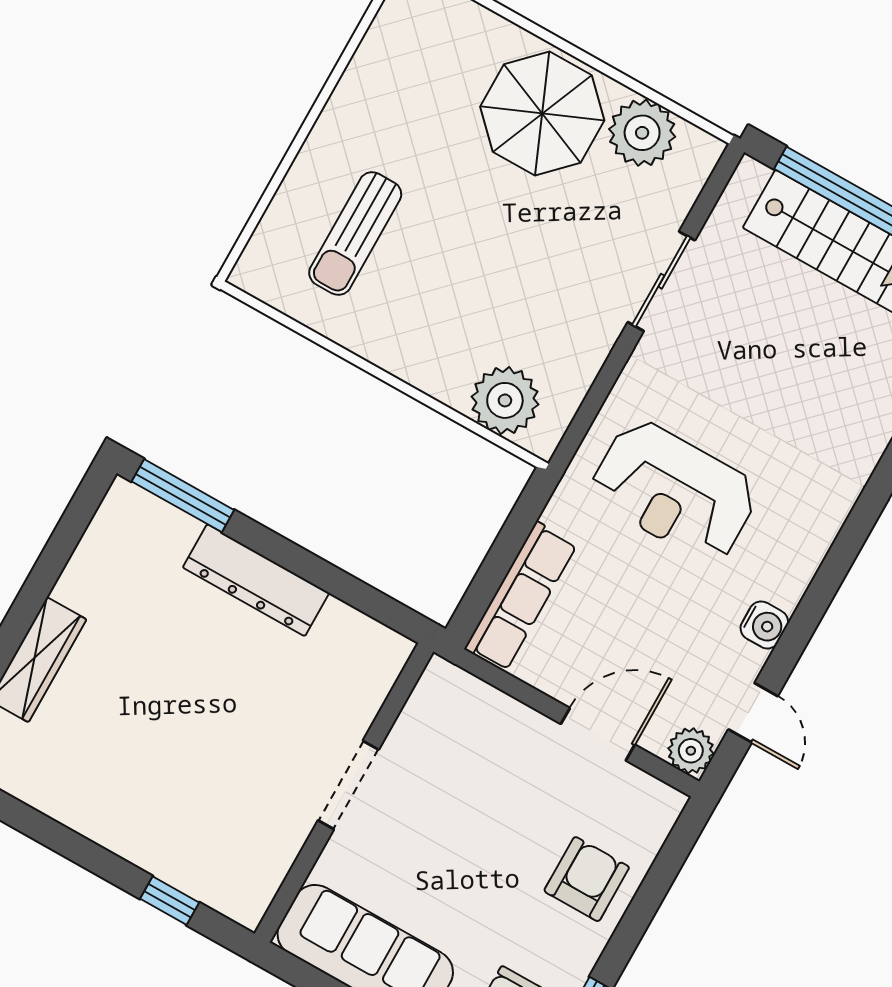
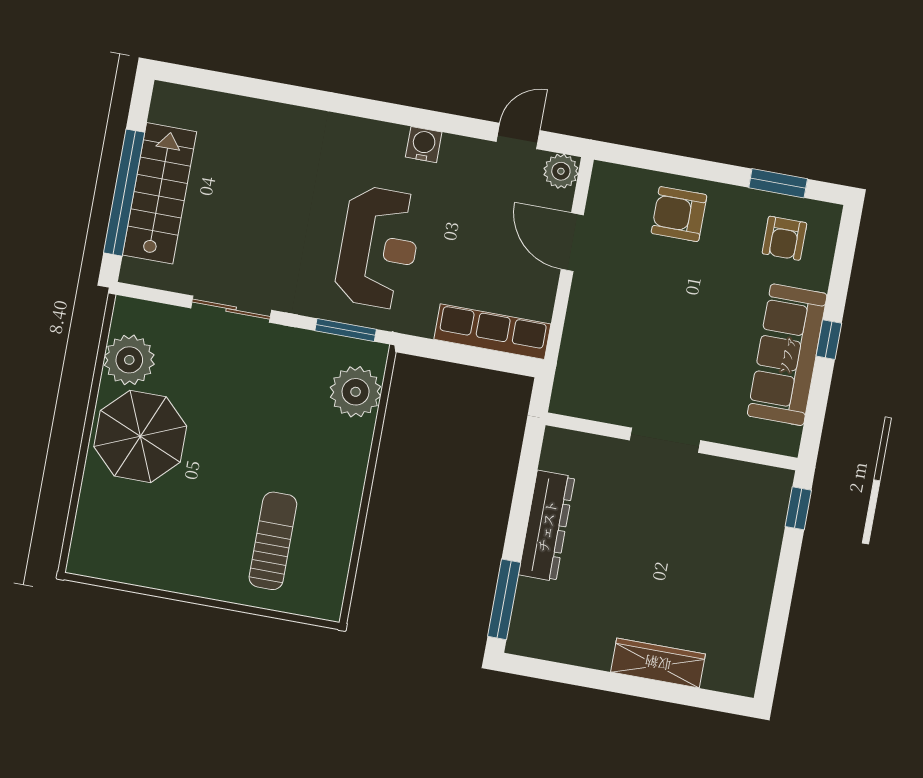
sun lounger: (355, 234) -> (273, 541), turned -90
window: (586, 415) -> (346, 330), added
water cooler: (764, 625) -> (424, 145), moved
doorway: (348, 785) -> (665, 440), moved
wall: (344, 793) -> (672, 441), moved

